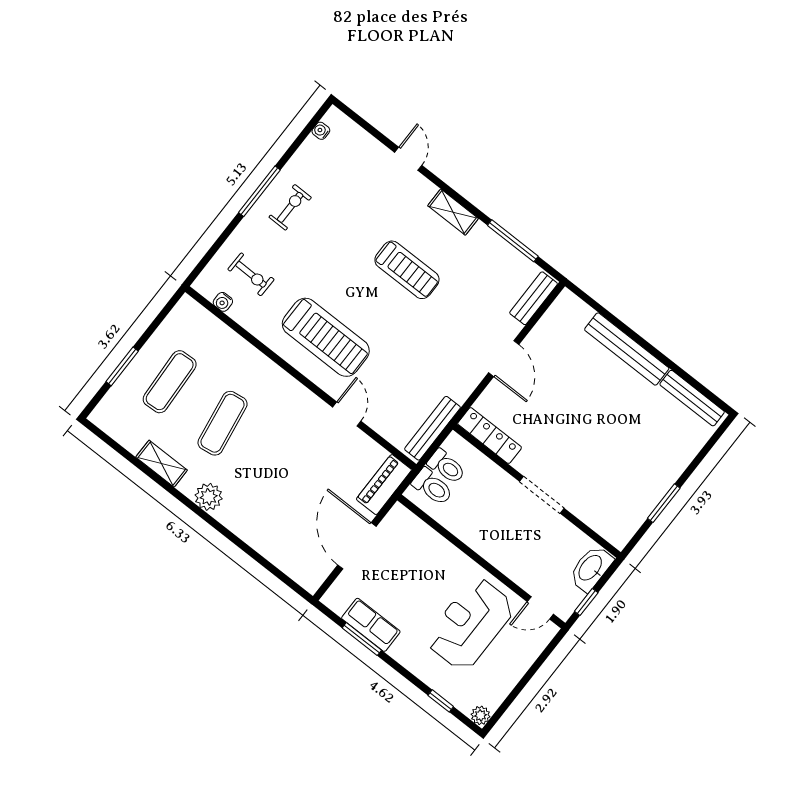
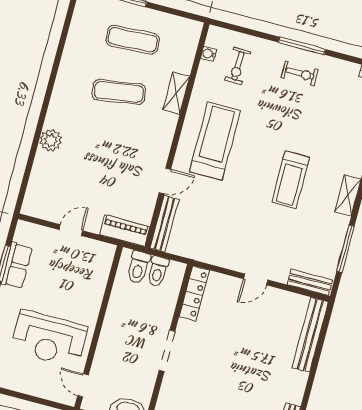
treadmill: (326, 337) -> (215, 141), turned 180
bench: (627, 349) -> (310, 335), moved
door: (504, 359) -> (256, 279), width x0.73
bench: (432, 428) -> (164, 224), moved, turned 90
shelving: (162, 464) -> (176, 93), moved
plant: (209, 497) -> (51, 140), moved
door: (357, 546) -> (71, 230), width x0.53
reception desk: (470, 624) -> (49, 339), turned 180

